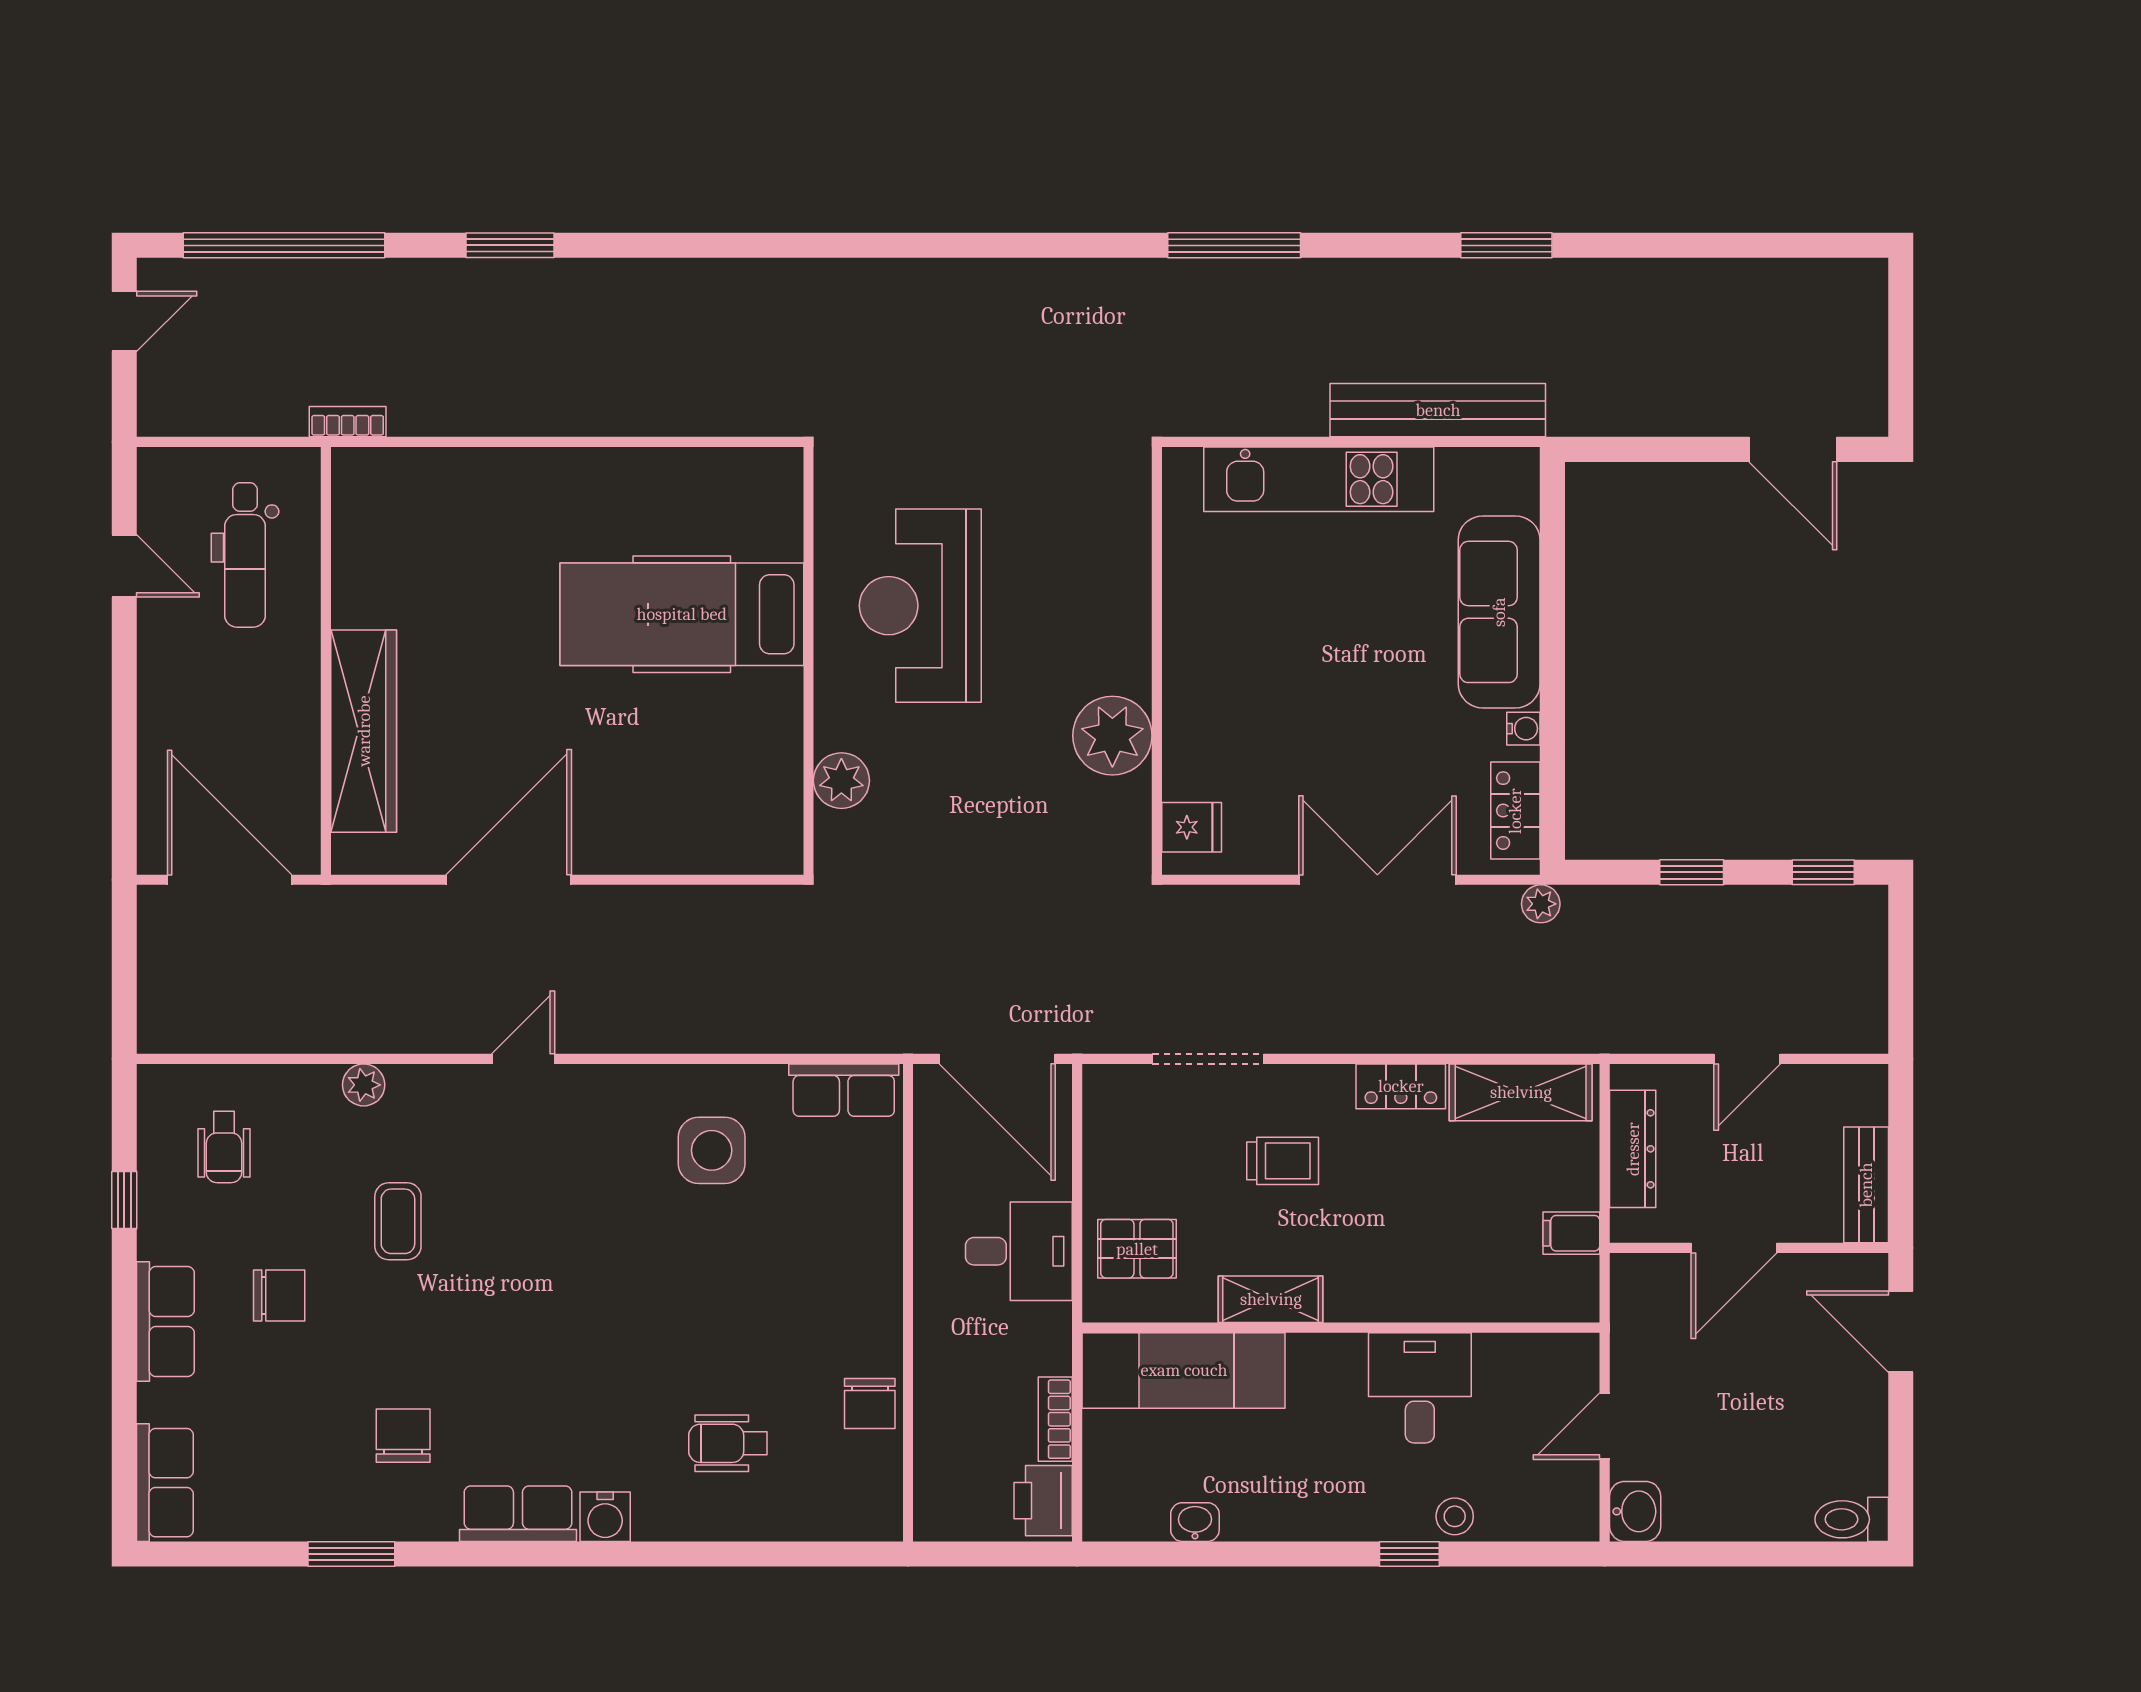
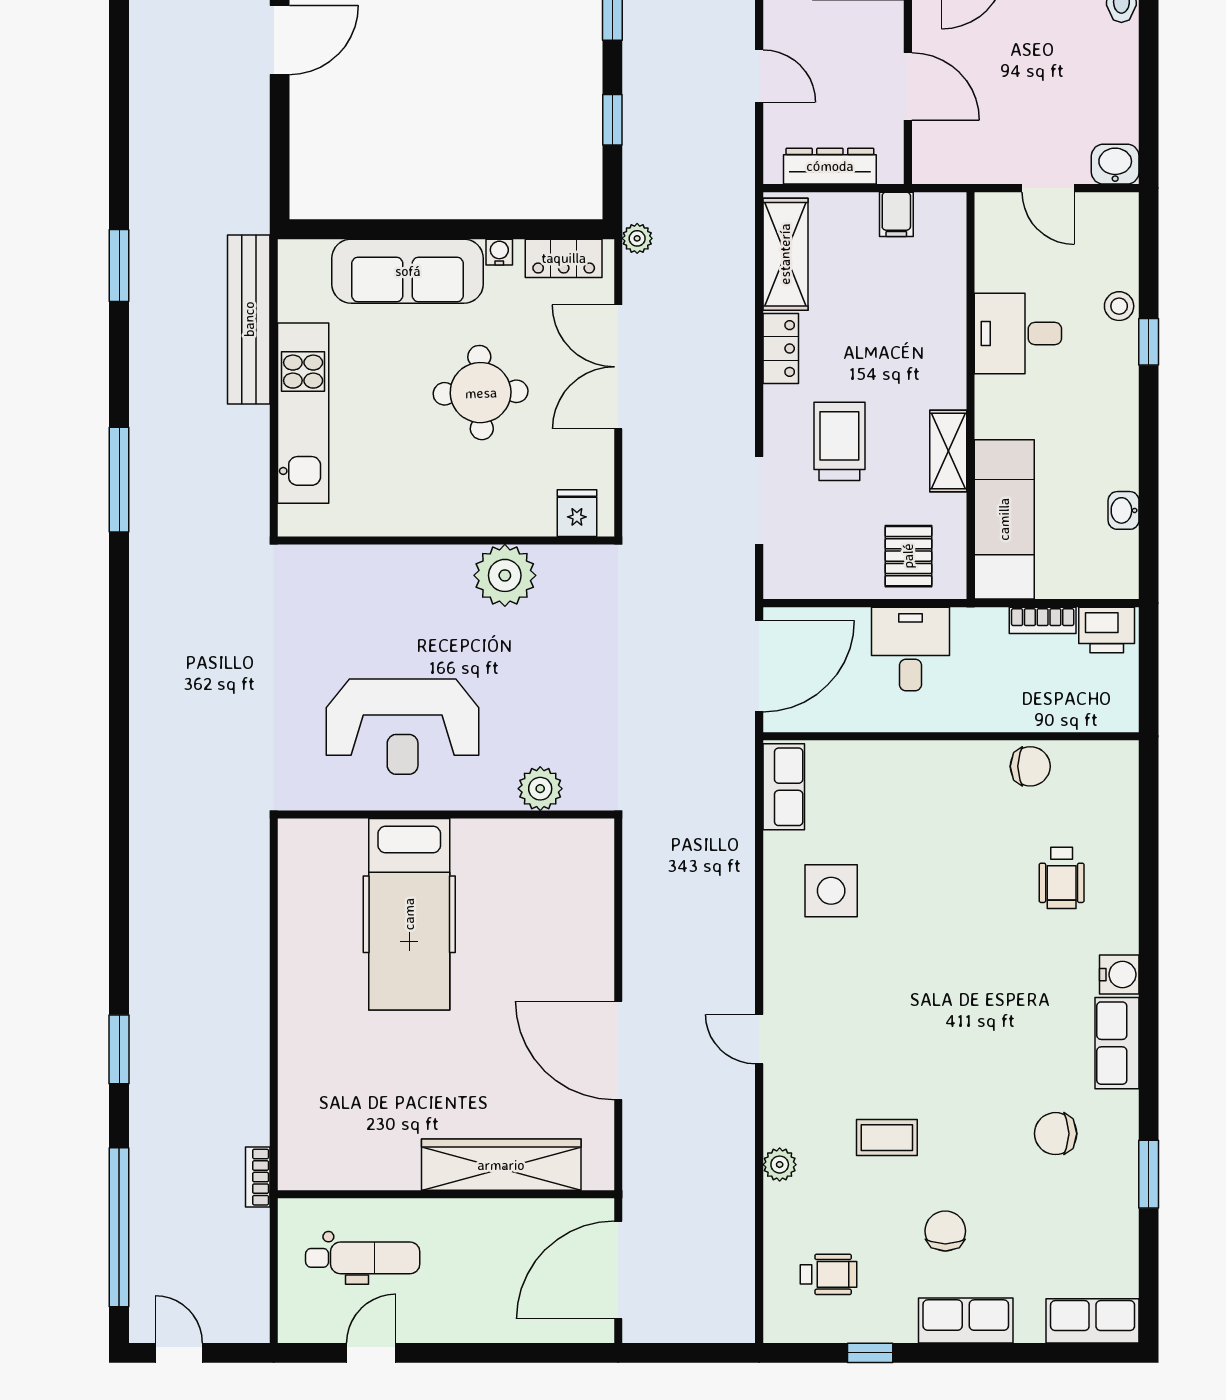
round table: (1345, 705) -> (481, 393), added
trolley: (1283, 1161) -> (839, 441), width x1.36, depth x1.39

